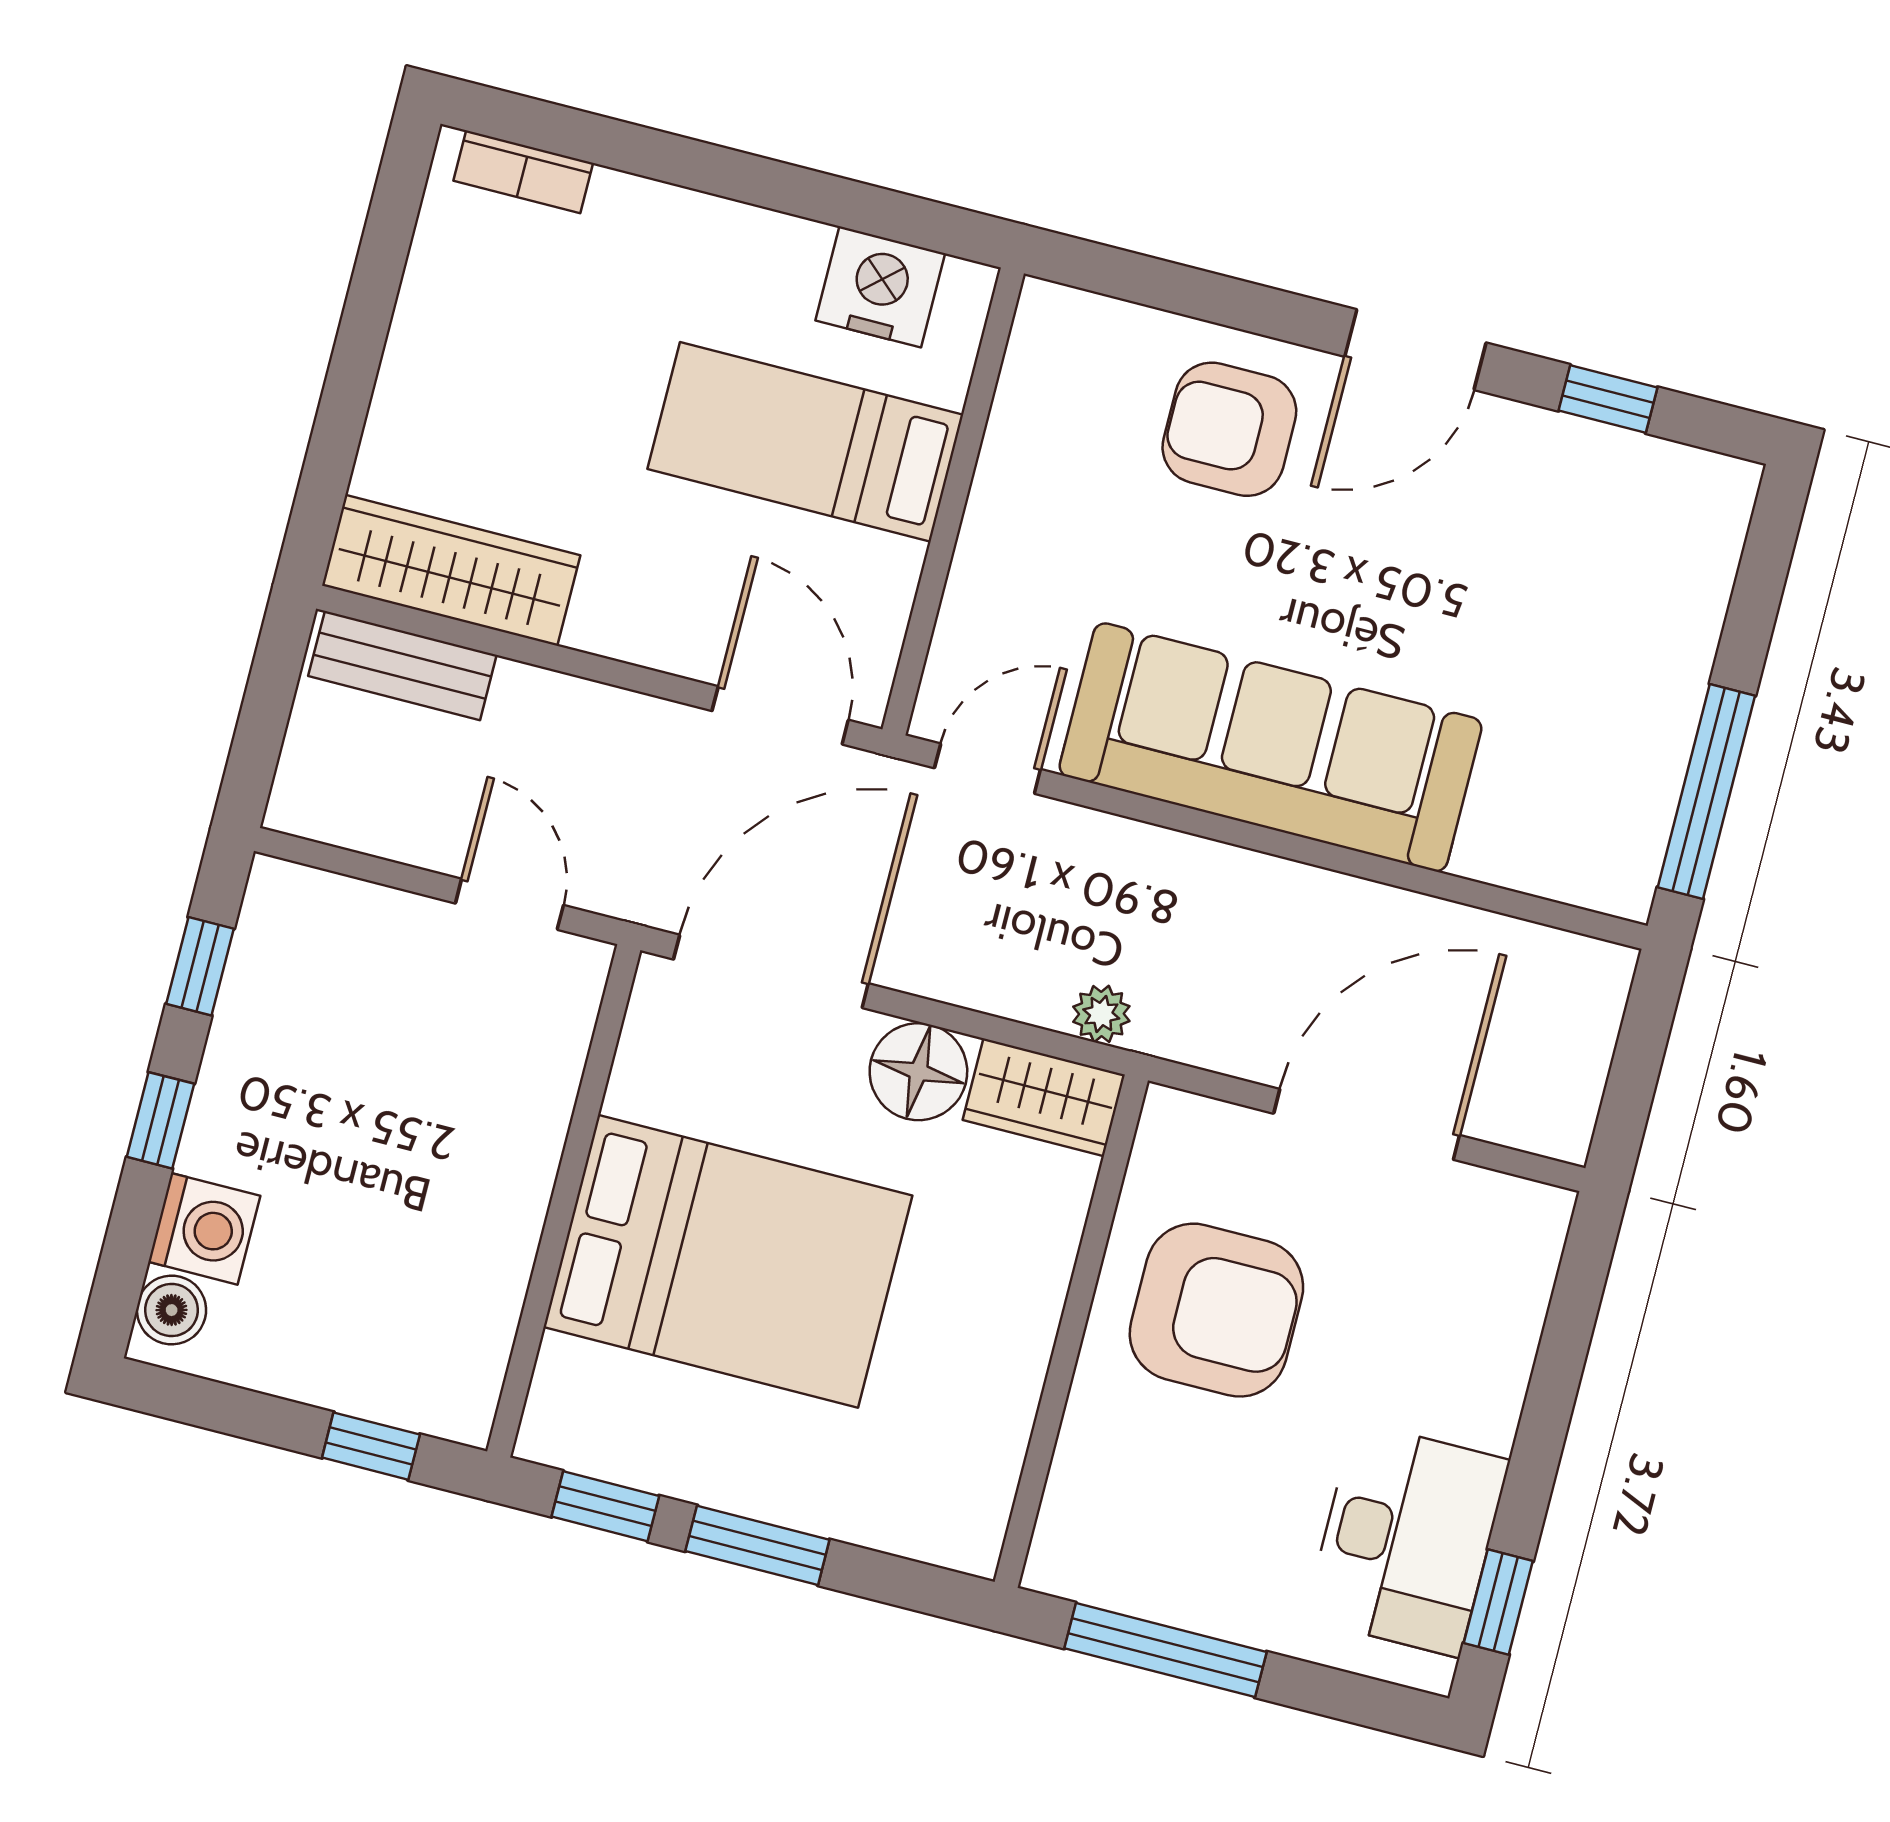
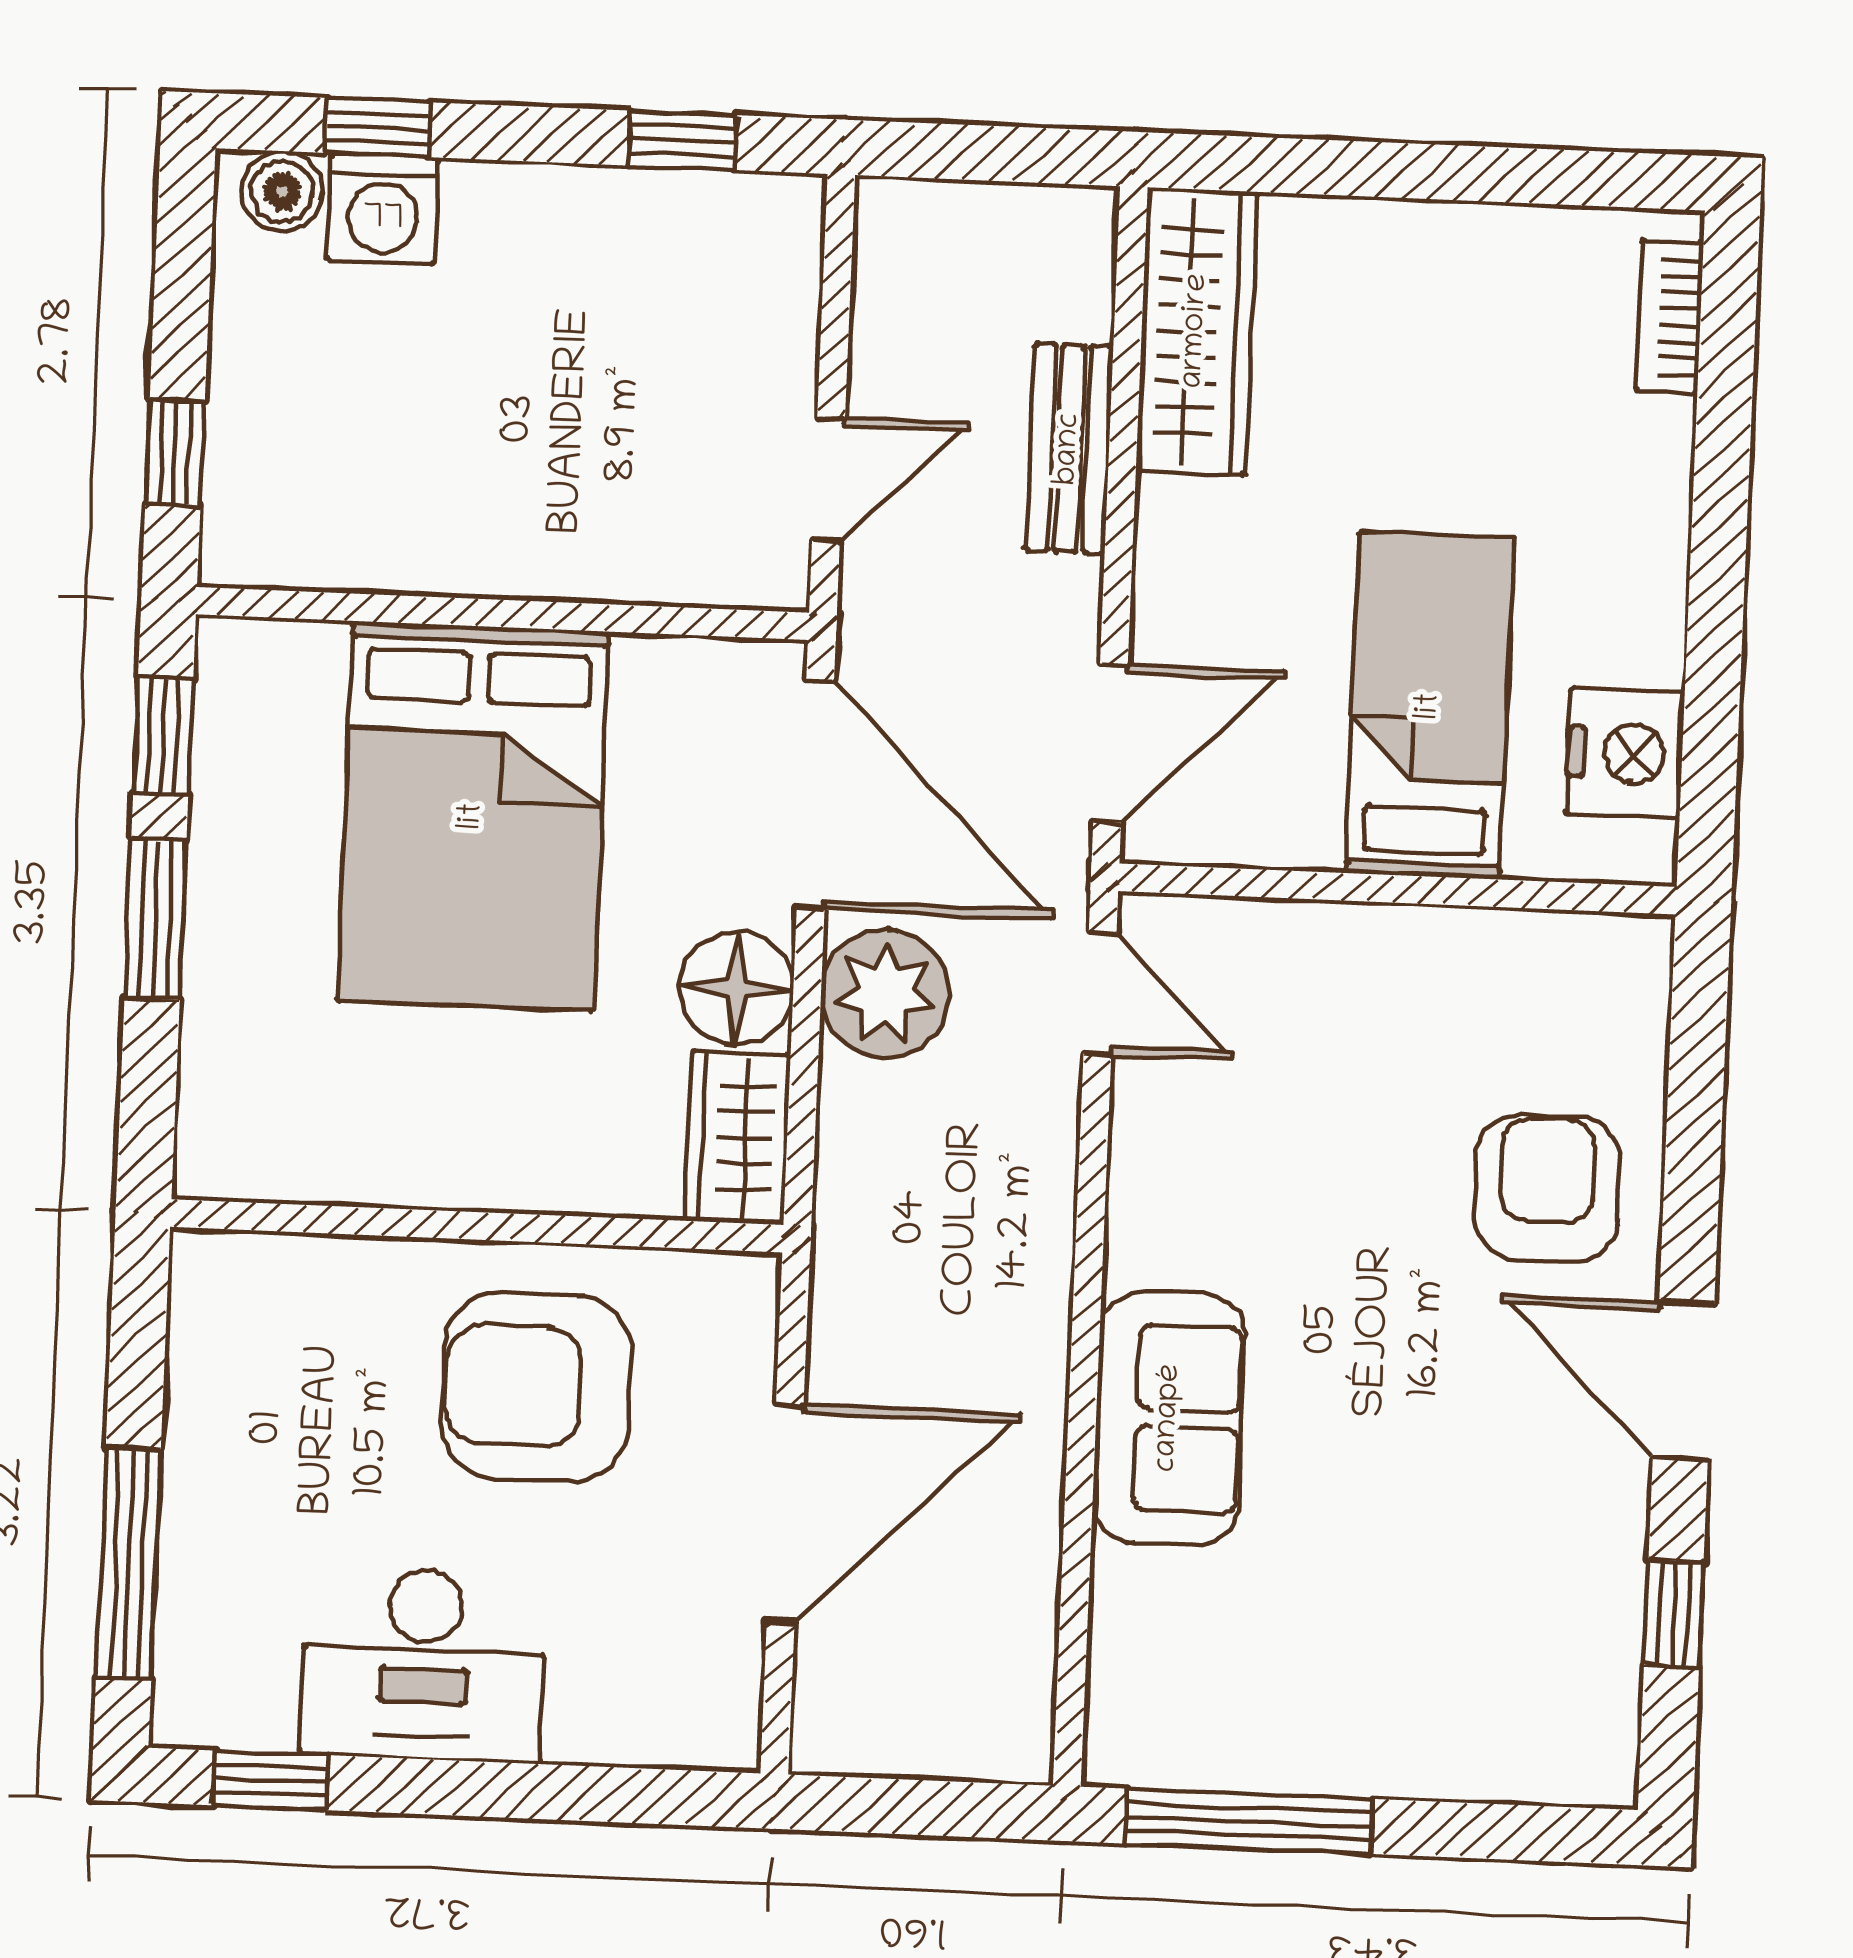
bench: (402, 665) -> (1069, 449), moved
sofa: (1270, 747) -> (1169, 1418), width x0.54, depth x0.79
plant: (1101, 1014) -> (885, 994), moved, width x1.88, depth x1.88
window: (160, 1120) -> (377, 128), moved
door: (1367, 1124) -> (785, 1514), hinge flipped
armchair: (1216, 1310) -> (536, 1387), turned 90
desk: (1407, 1539) -> (424, 1665), moved
window: (1165, 1650) -> (128, 1563), moved

